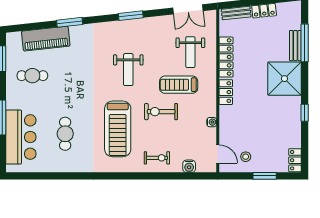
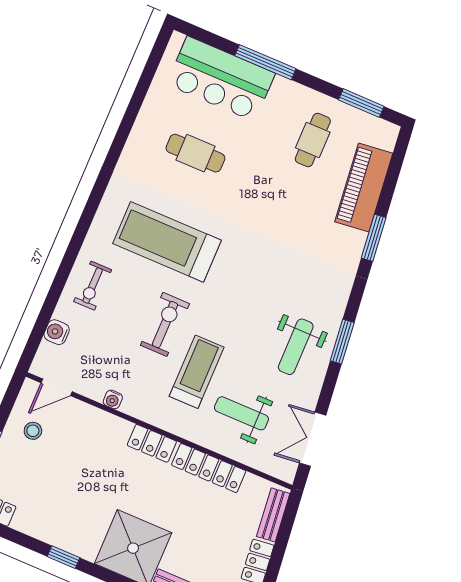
weight bench: (128, 70) -> (296, 347), moved, turned -90

